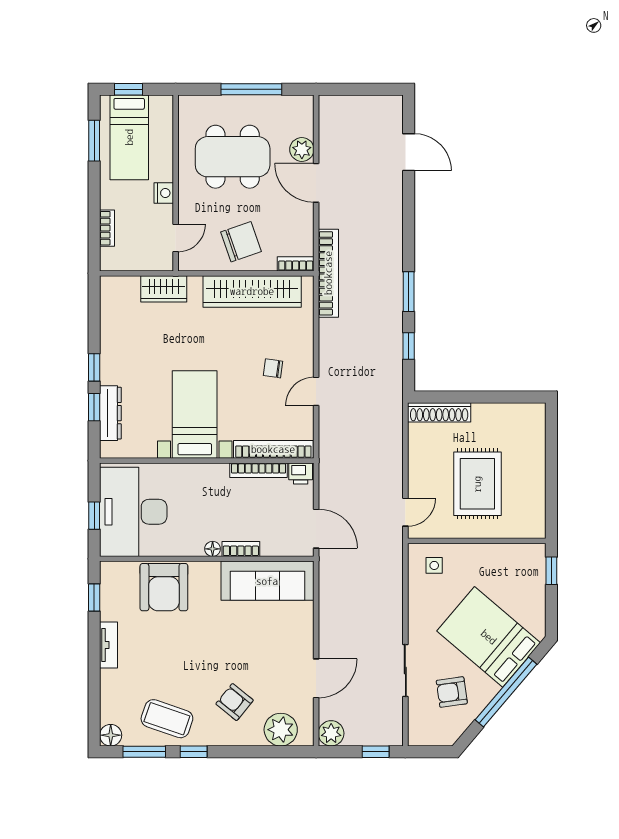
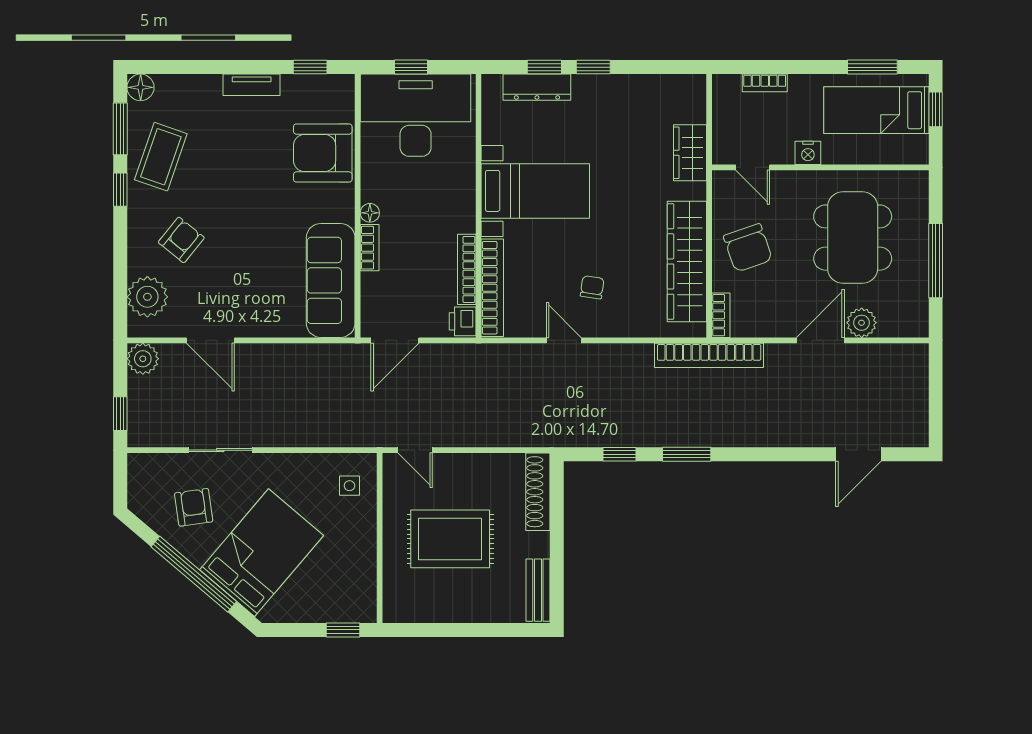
bench: (519, 412) -> (538, 590), added

